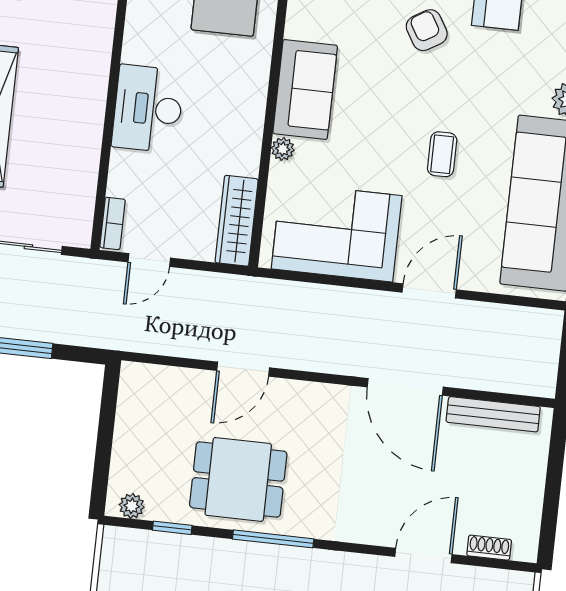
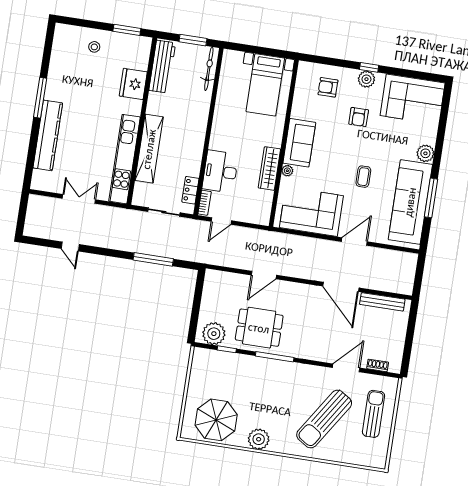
armchair: (427, 30) -> (359, 117), turned -149
desk: (148, 109) -> (220, 172), moved
locker: (82, 198) -> (190, 190), added
wardrobe: (237, 221) -> (269, 168), moved
plant: (132, 506) -> (214, 334), width x1.88, depth x1.88

